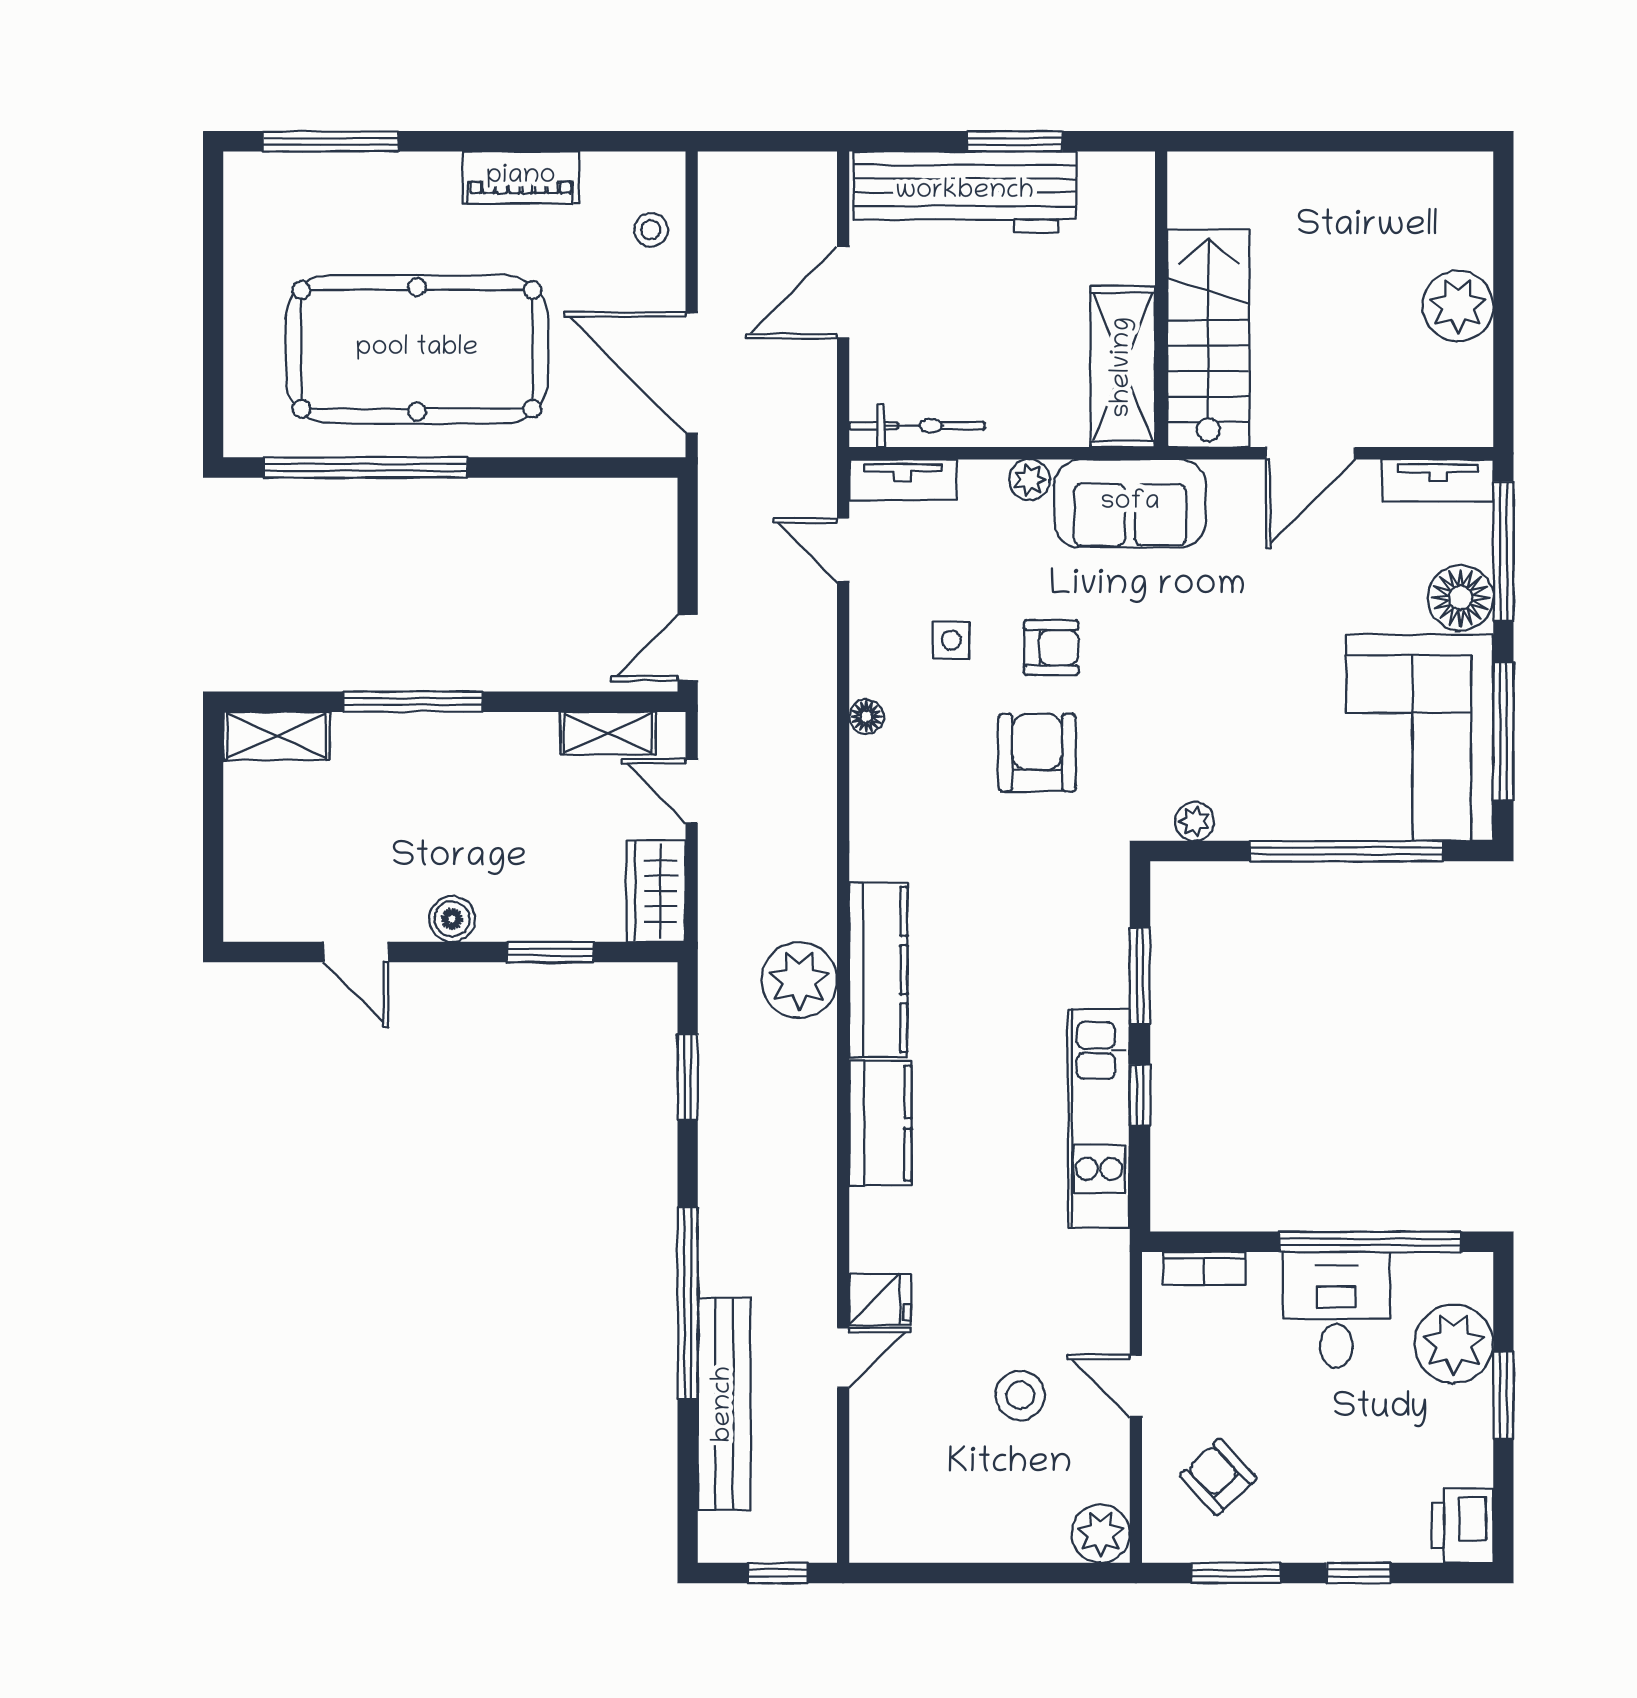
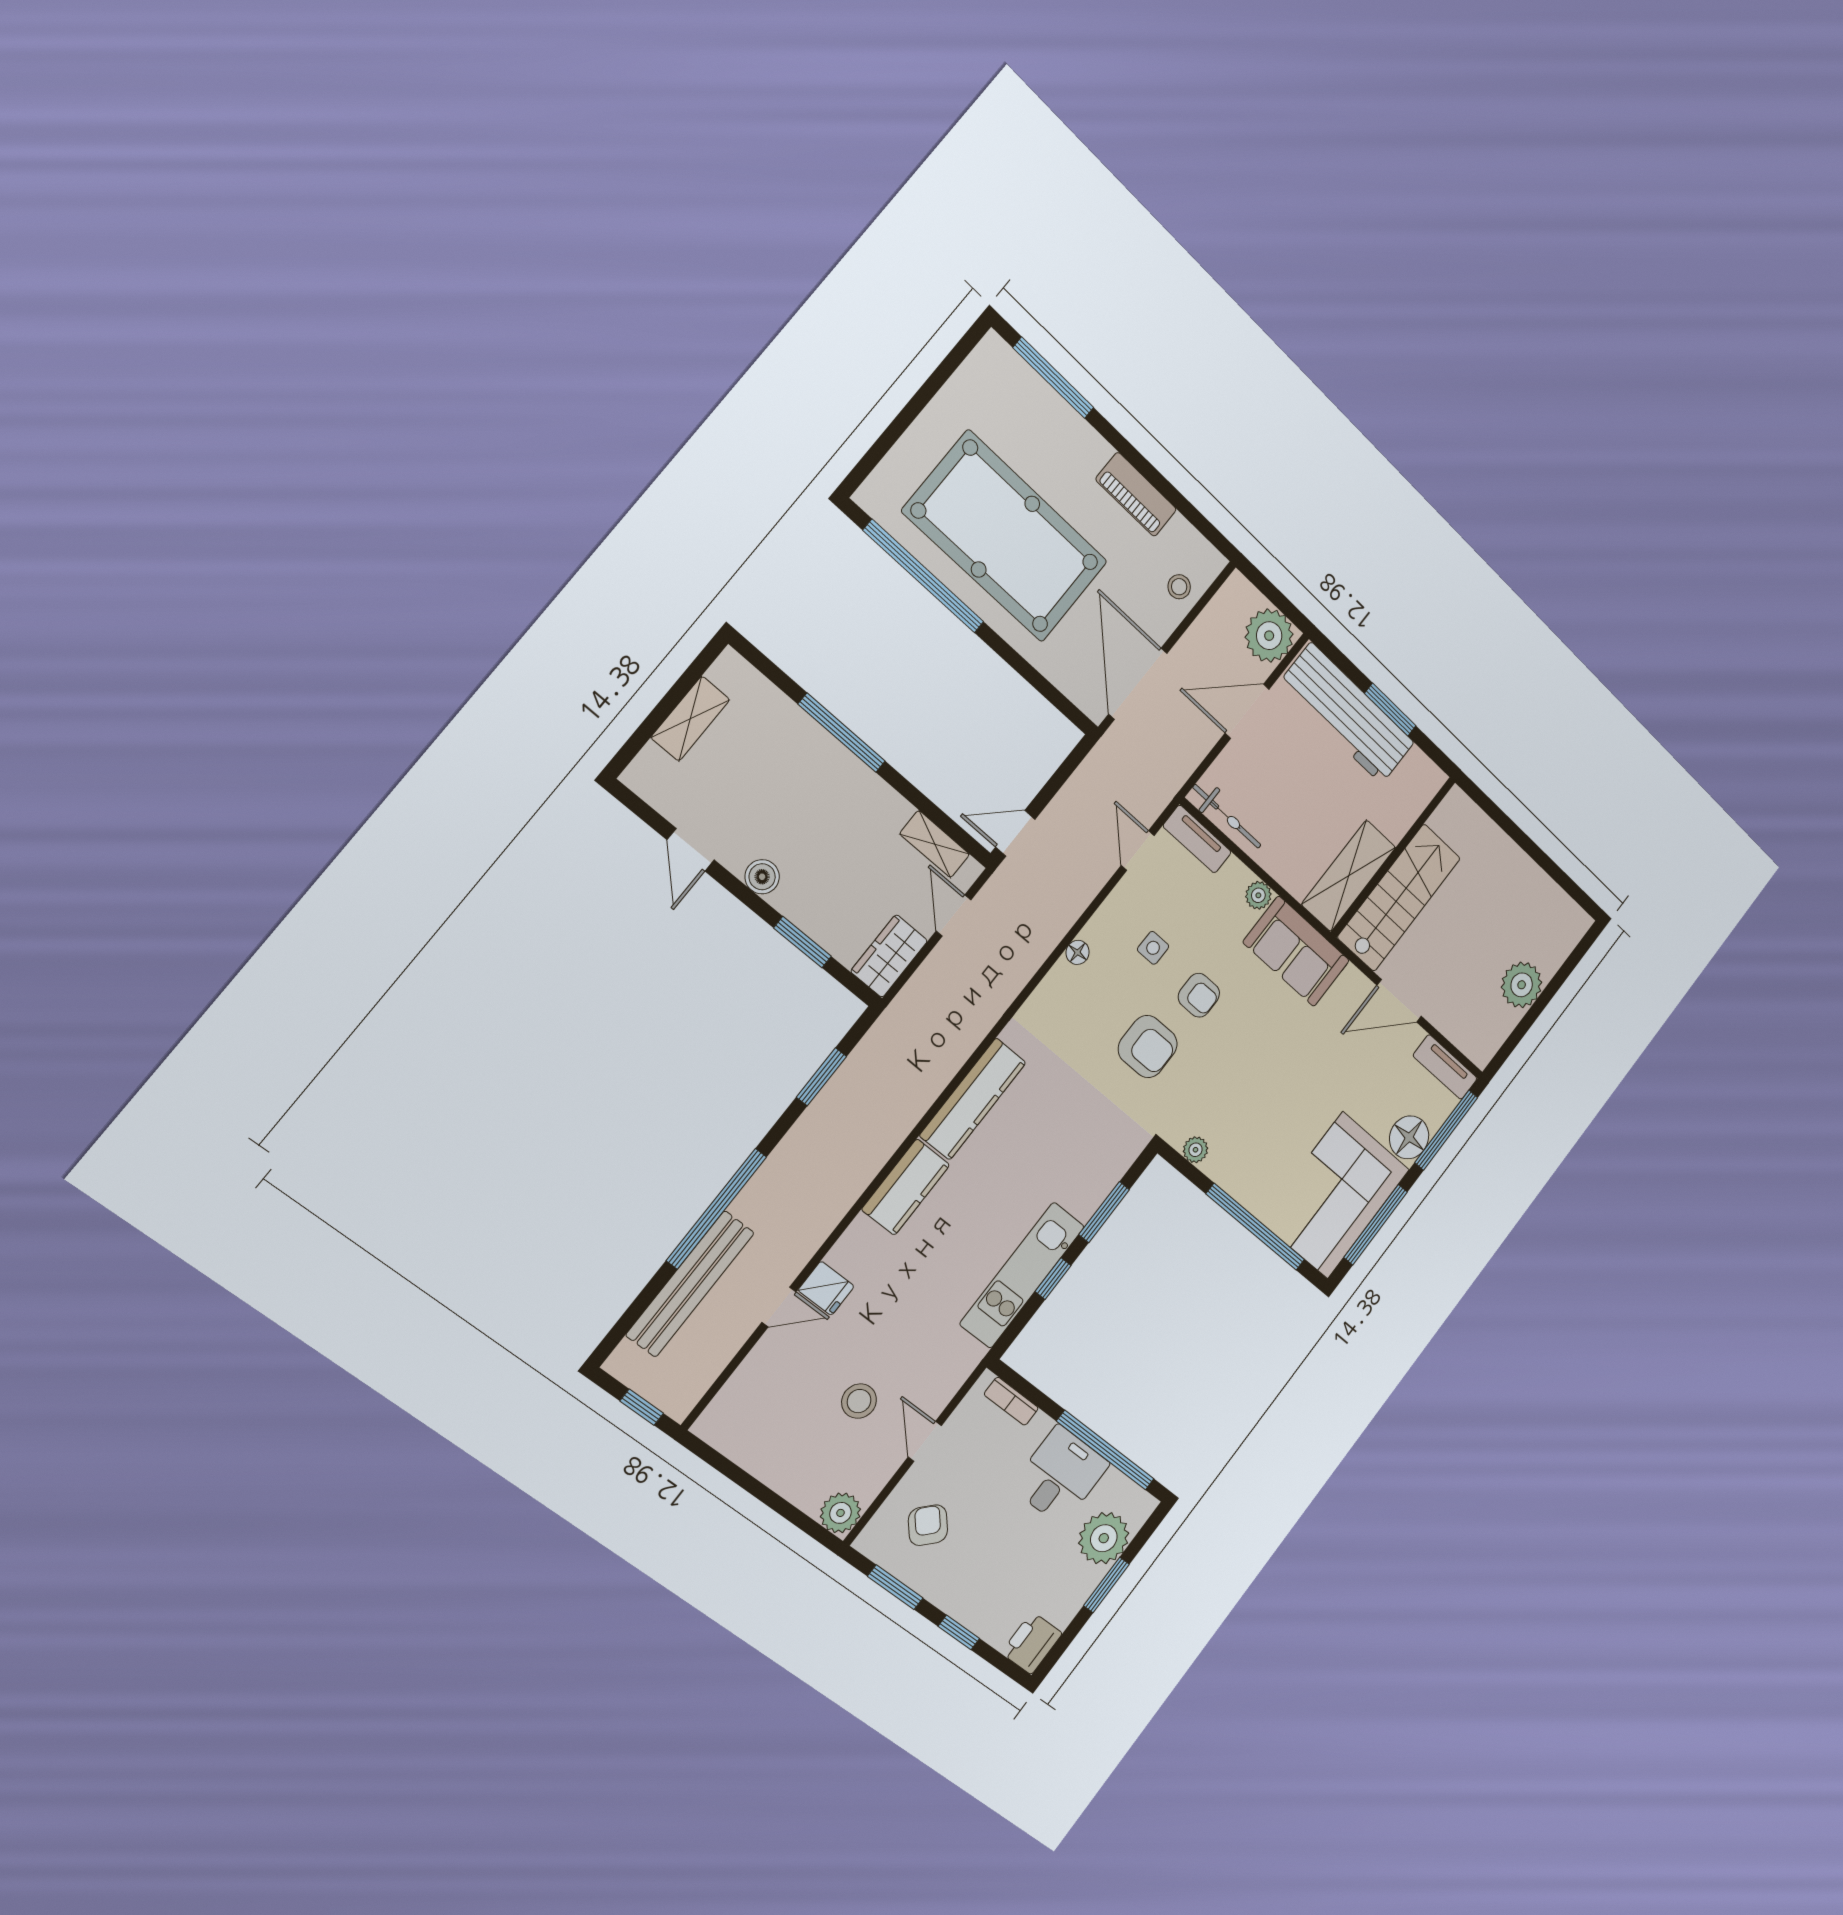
shelving: (277, 736) -> (690, 719), moved, turned 90
armchair: (1037, 753) -> (1148, 1047), turned 90
plant: (799, 980) -> (1269, 636), moved

